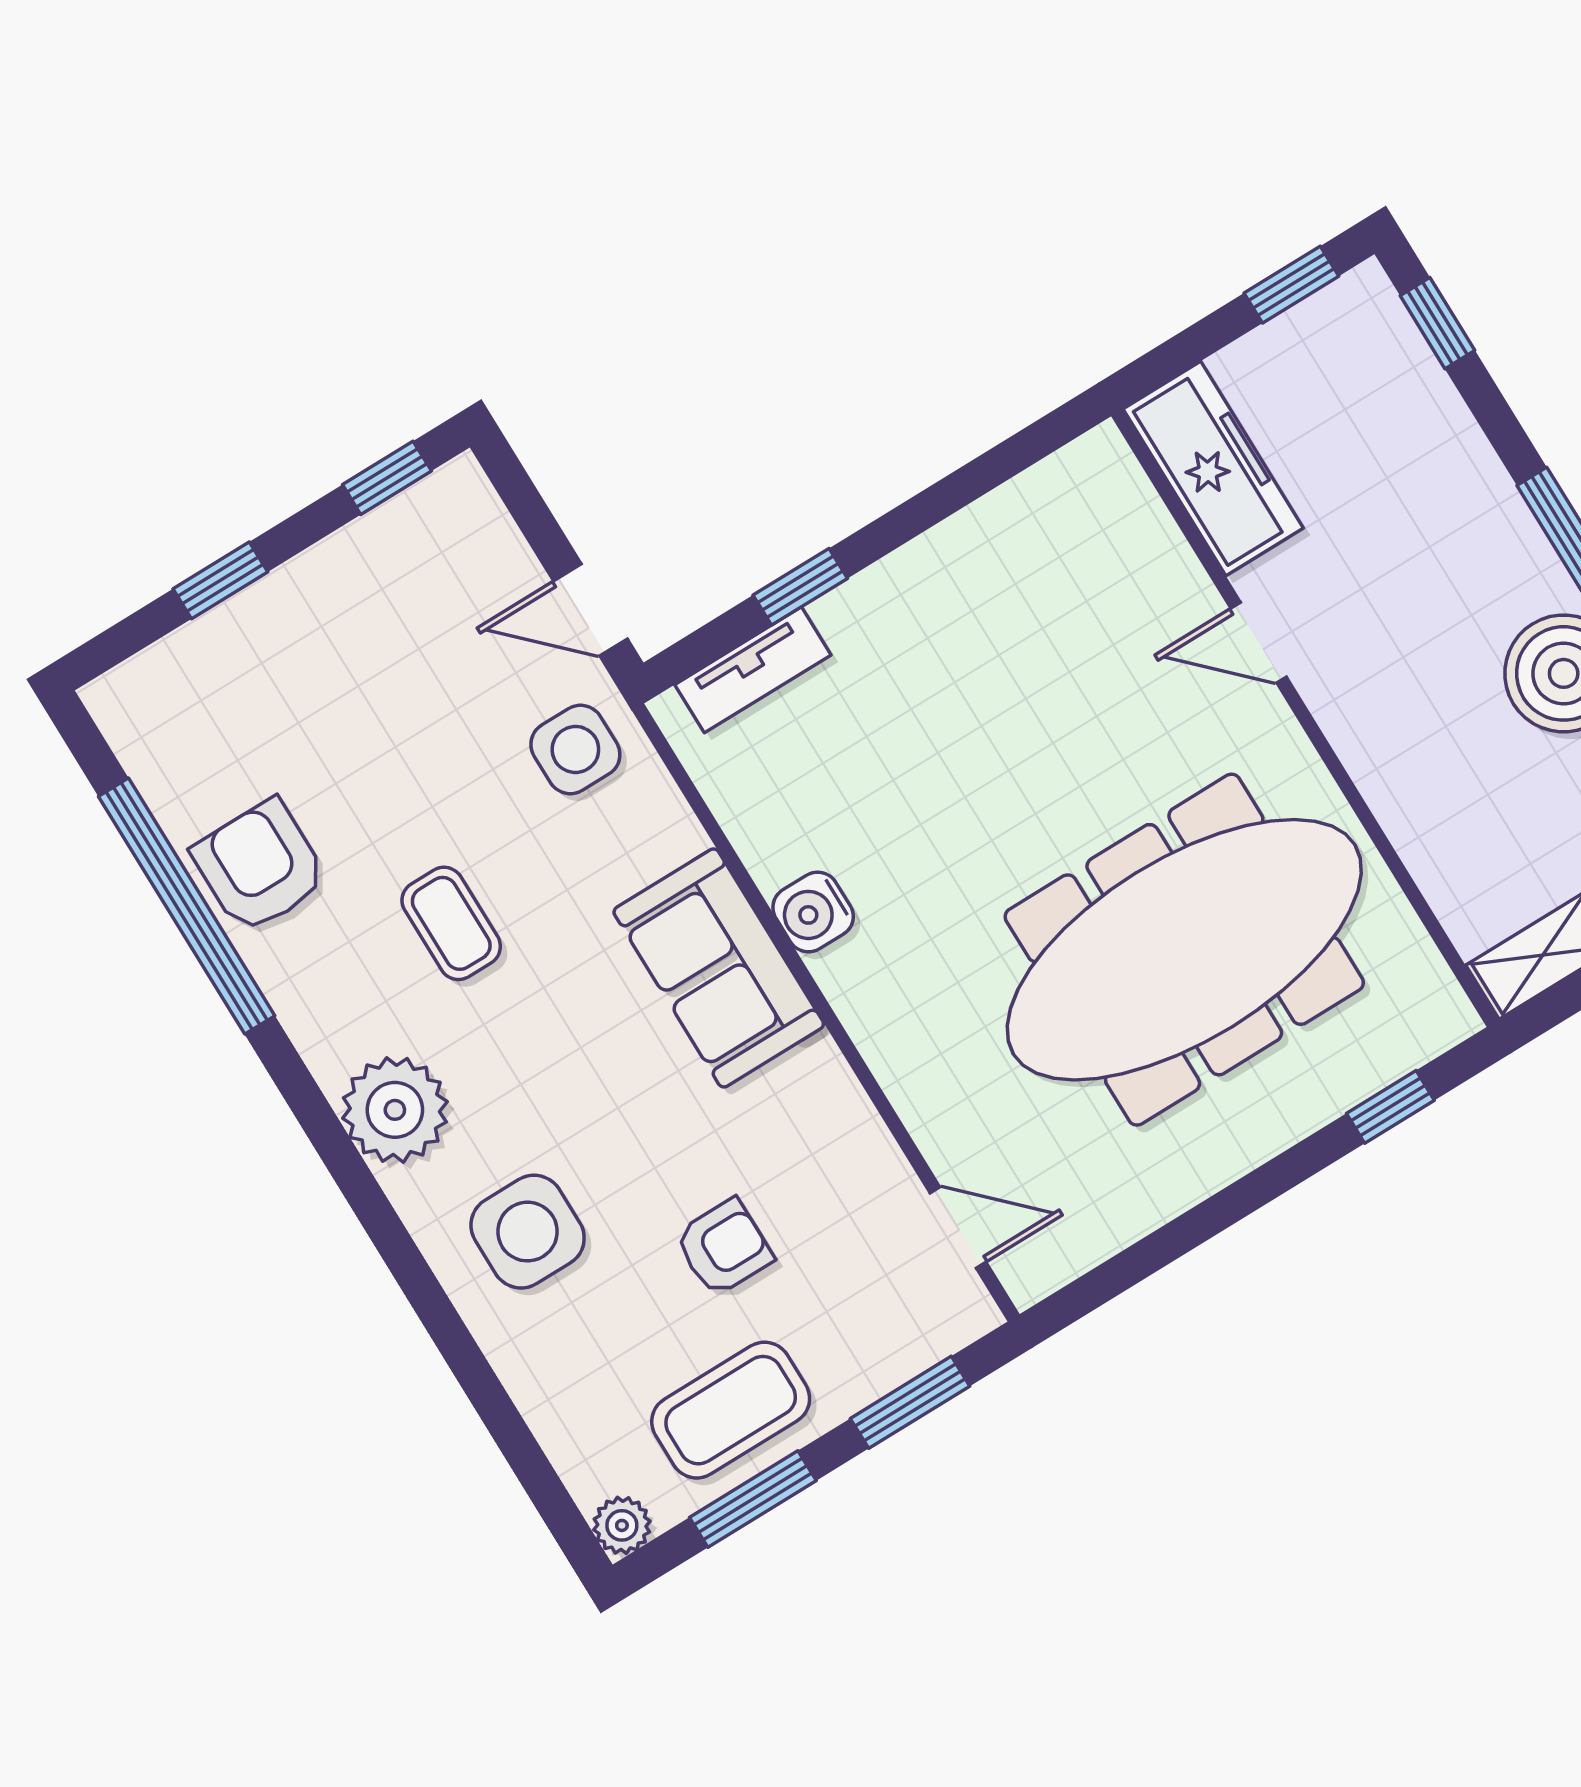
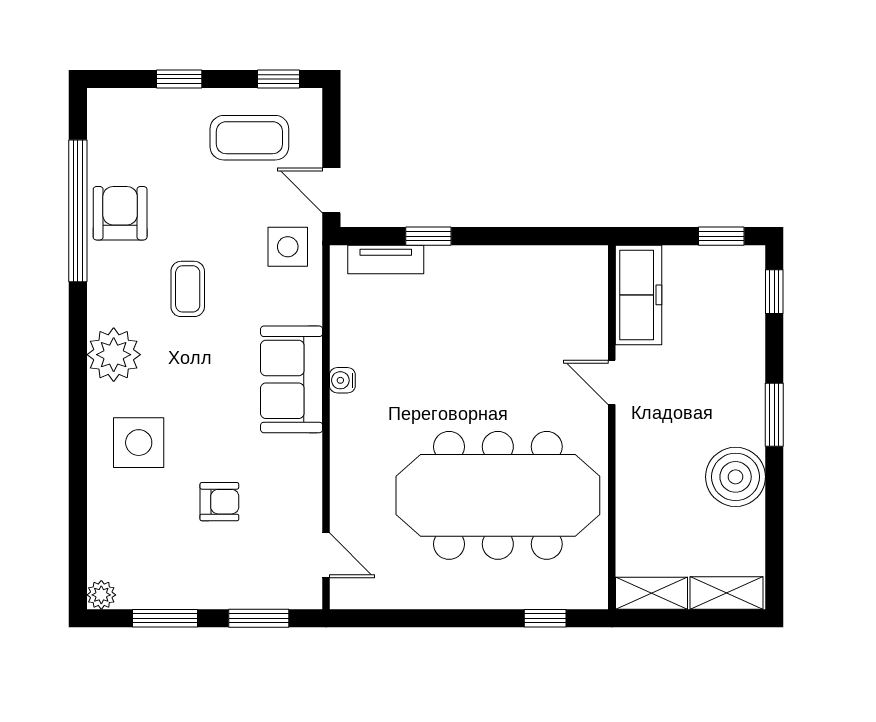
water cooler: (813, 912) -> (342, 380), width x0.72, depth x0.72
coffee table: (731, 1410) -> (249, 138), moved

